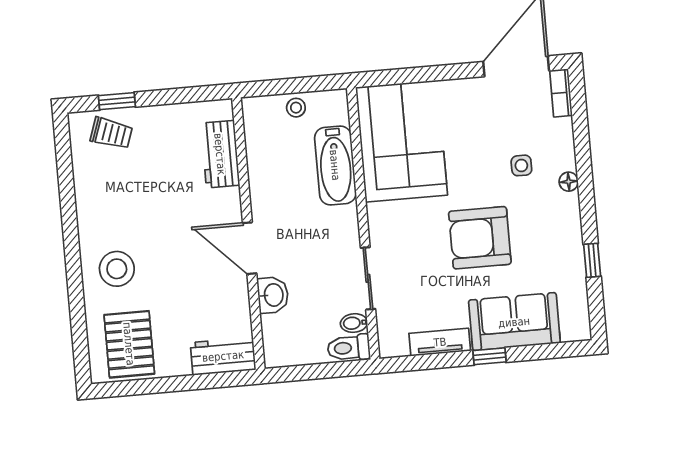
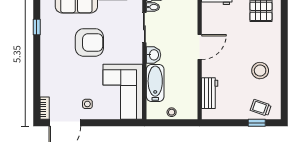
side table: (521, 165) -> (87, 104), moved
floor lamp: (569, 182) -> (45, 66), removed
door: (250, 248) -> (200, 47), hinge flipped
stool: (117, 269) -> (260, 71), moved
washbasin: (273, 295) -> (154, 55), moved, turned 180

